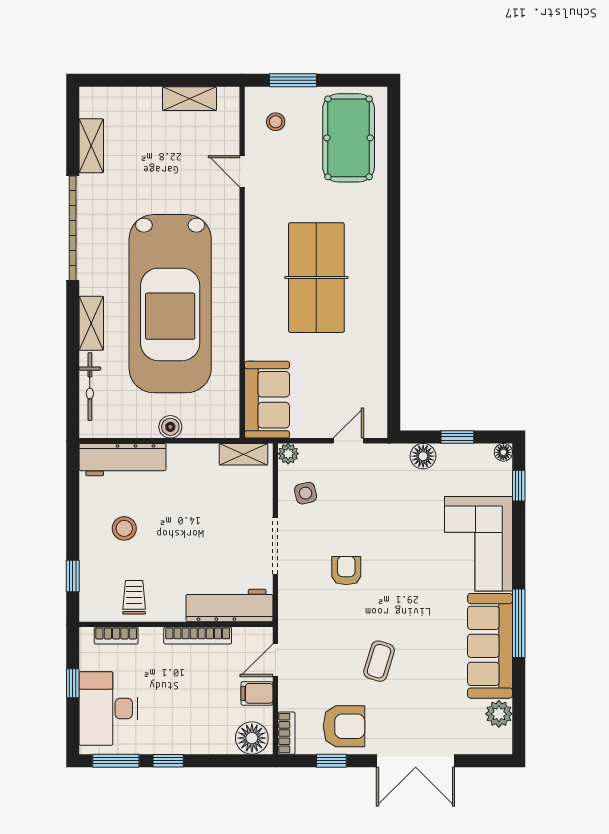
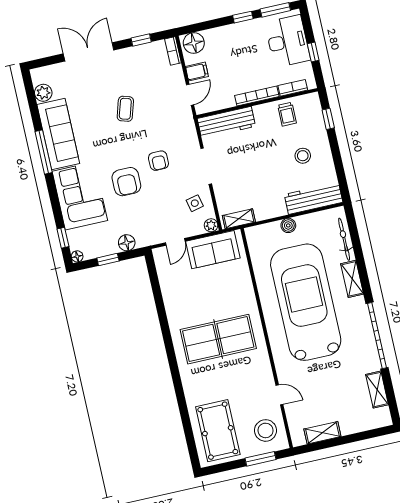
stool: (276, 122) -> (265, 430), width x1.89, depth x1.89
table tennis table: (316, 278) -> (218, 339), turned 90
sofa: (267, 400) -> (213, 250), moved, turned -90
bookcase: (198, 635) -> (257, 96), moved
armchair: (344, 726) -> (126, 182), moved, turned -90

